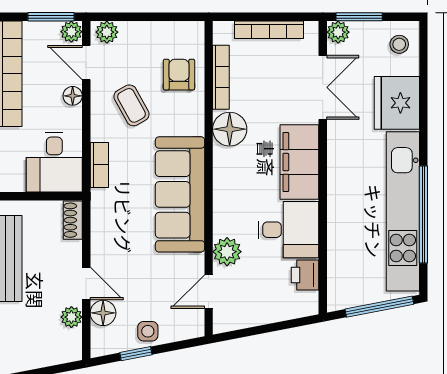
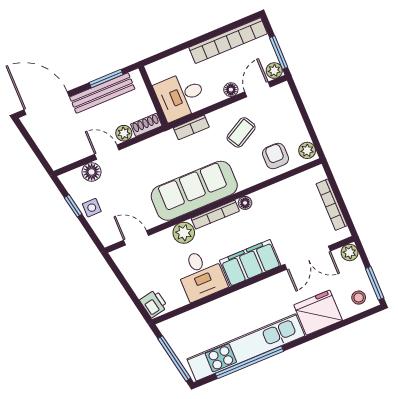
window: (359, 17) -> (375, 283), moved
plant: (107, 32) -> (307, 150), moved
armchair: (179, 75) -> (276, 156), turned -90
bookcase: (221, 77) -> (215, 215), moved
floor lamp: (230, 129) -> (245, 203), width x0.53, depth x0.53
plant: (227, 252) -> (184, 233), moved
printer: (305, 275) -> (154, 304), moved, turned 79
door: (86, 284) -> (107, 152), swing flipped
plant: (71, 317) -> (124, 133), moved

